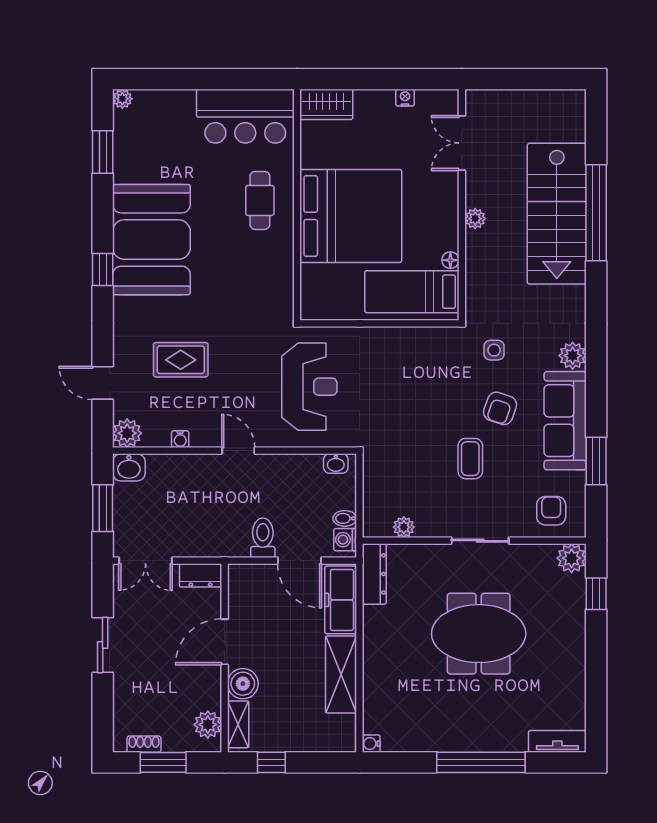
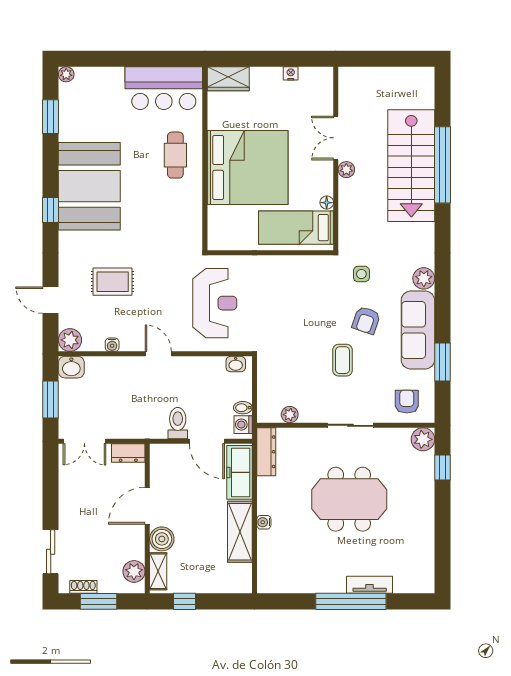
double door: (462, 143) -> (336, 138), moved
sliding door: (103, 645) -> (51, 552), moved
tv unit: (557, 741) -> (370, 585), moved
water cooler: (371, 744) -> (264, 522), moved

